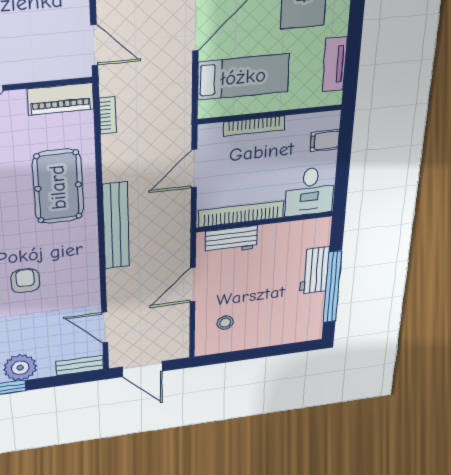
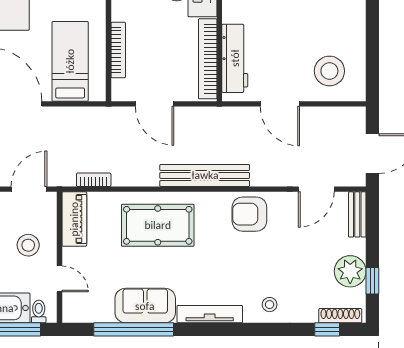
stool: (26, 50) -> (28, 245), added
workbench: (231, 240) -> (235, 58), width x1.38
armchair: (25, 281) -> (249, 214), moved, width x1.38, depth x1.38
stool: (225, 323) -> (329, 71), width x1.89, depth x1.89

